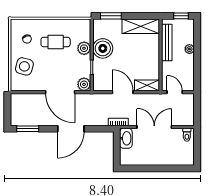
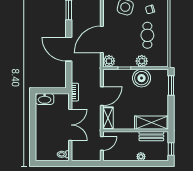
shelving: (141, 26) -> (152, 123), moved, turned 90
bench: (167, 43) -> (151, 136), width x0.73
washbasin: (126, 138) -> (45, 99), moved

